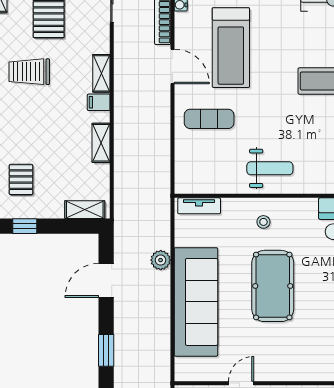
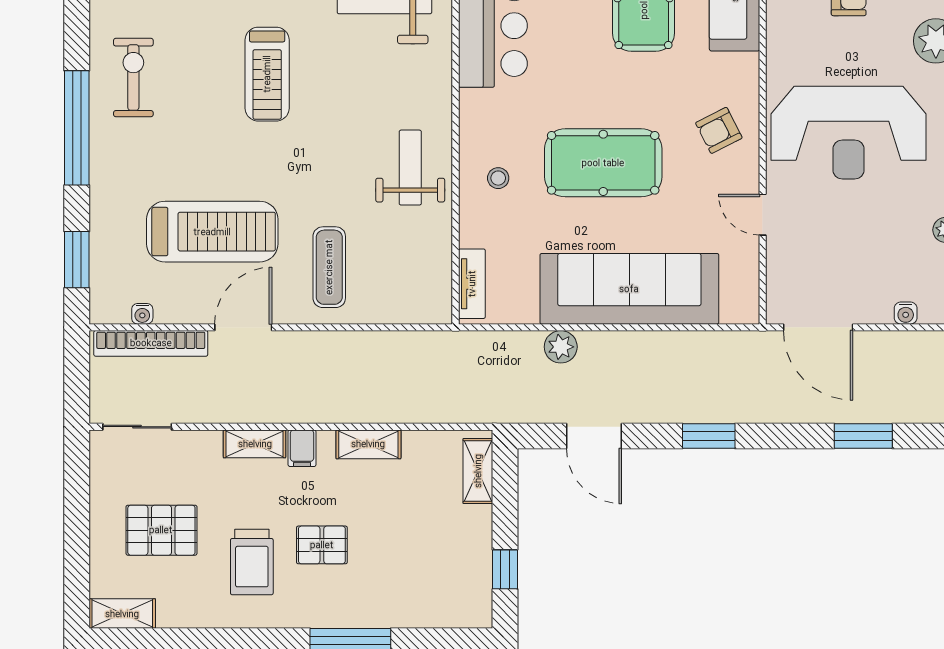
pallet: (21, 180) -> (322, 545), moved
armchair: (293, 357) -> (719, 130), added

